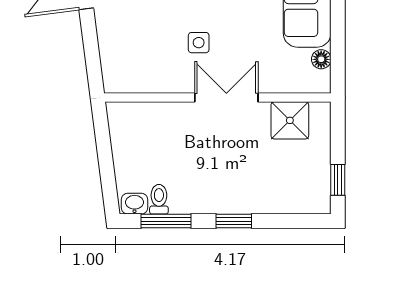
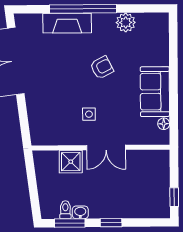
double door: (226, 98) -> (106, 148), swing flipped
shower: (290, 120) -> (71, 162), moved
washbasin: (134, 204) -> (80, 212), moved

